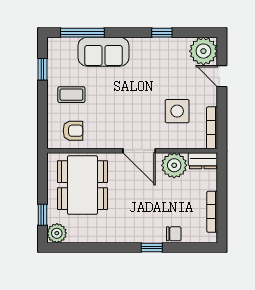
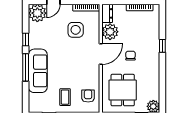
window: (82, 33) -> (26, 67), moved
sofa: (103, 52) -> (38, 71), width x1.36
dining table: (82, 185) -> (123, 90), width x0.73
chair: (174, 234) -> (131, 56), moved

